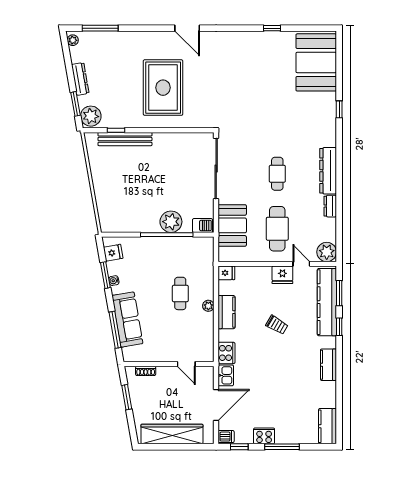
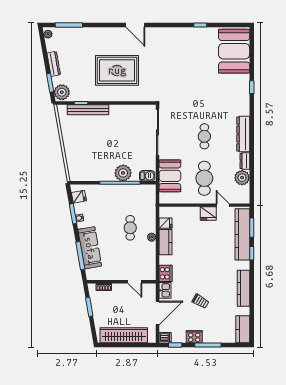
rug: (163, 88) -> (117, 70), turned 90
plant: (327, 252) -> (242, 178), moved
fridge: (226, 273) -> (165, 223), moved
trolley: (277, 325) -> (200, 301), moved
kitchen counter: (328, 365) -> (243, 288), width x1.50

